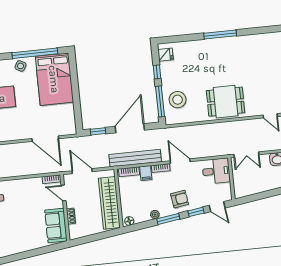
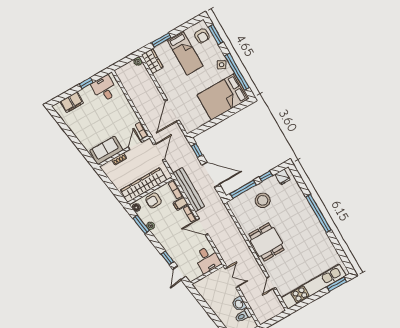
window: (220, 34) -> (318, 213), width x1.46
stool: (178, 100) -> (263, 200), moved
double door: (246, 155) -> (232, 278), swing flipped
door: (180, 161) -> (202, 227), swing flipped
armchair: (180, 199) -> (154, 200), moved, turned 98
window: (168, 219) -> (141, 224), moved

